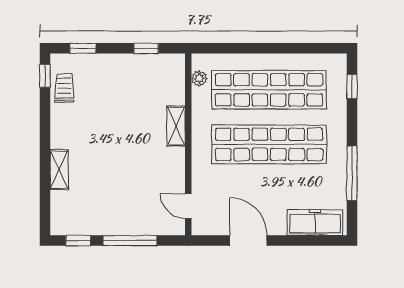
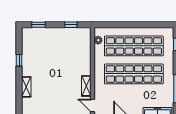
window: (45, 76) -> (19, 60), moved
trolley: (64, 88) -> (29, 45), removed
shelving: (176, 126) -> (86, 86), moved

